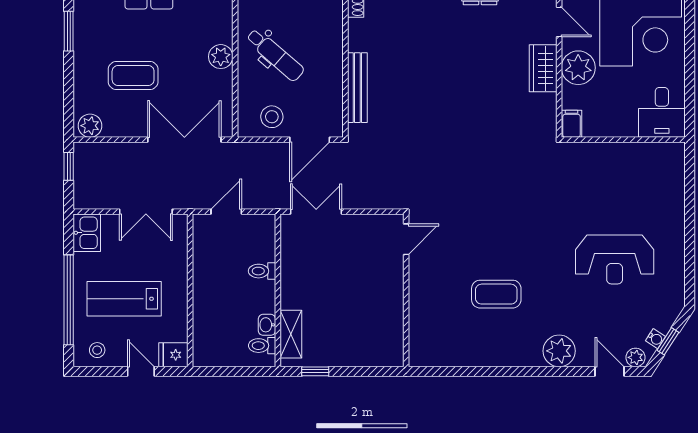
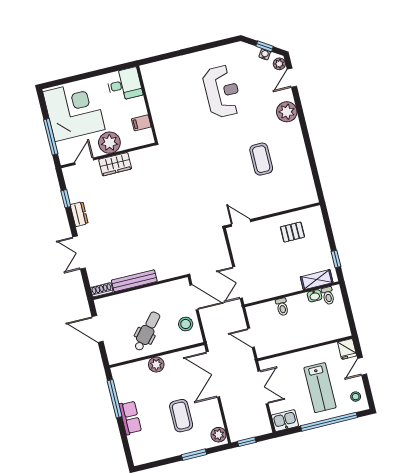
window: (69, 31) -> (194, 455), moved
bench: (357, 88) -> (134, 281), moved
filing cabinet: (571, 124) -> (141, 123), moved
pallet: (373, 315) -> (292, 232), added

